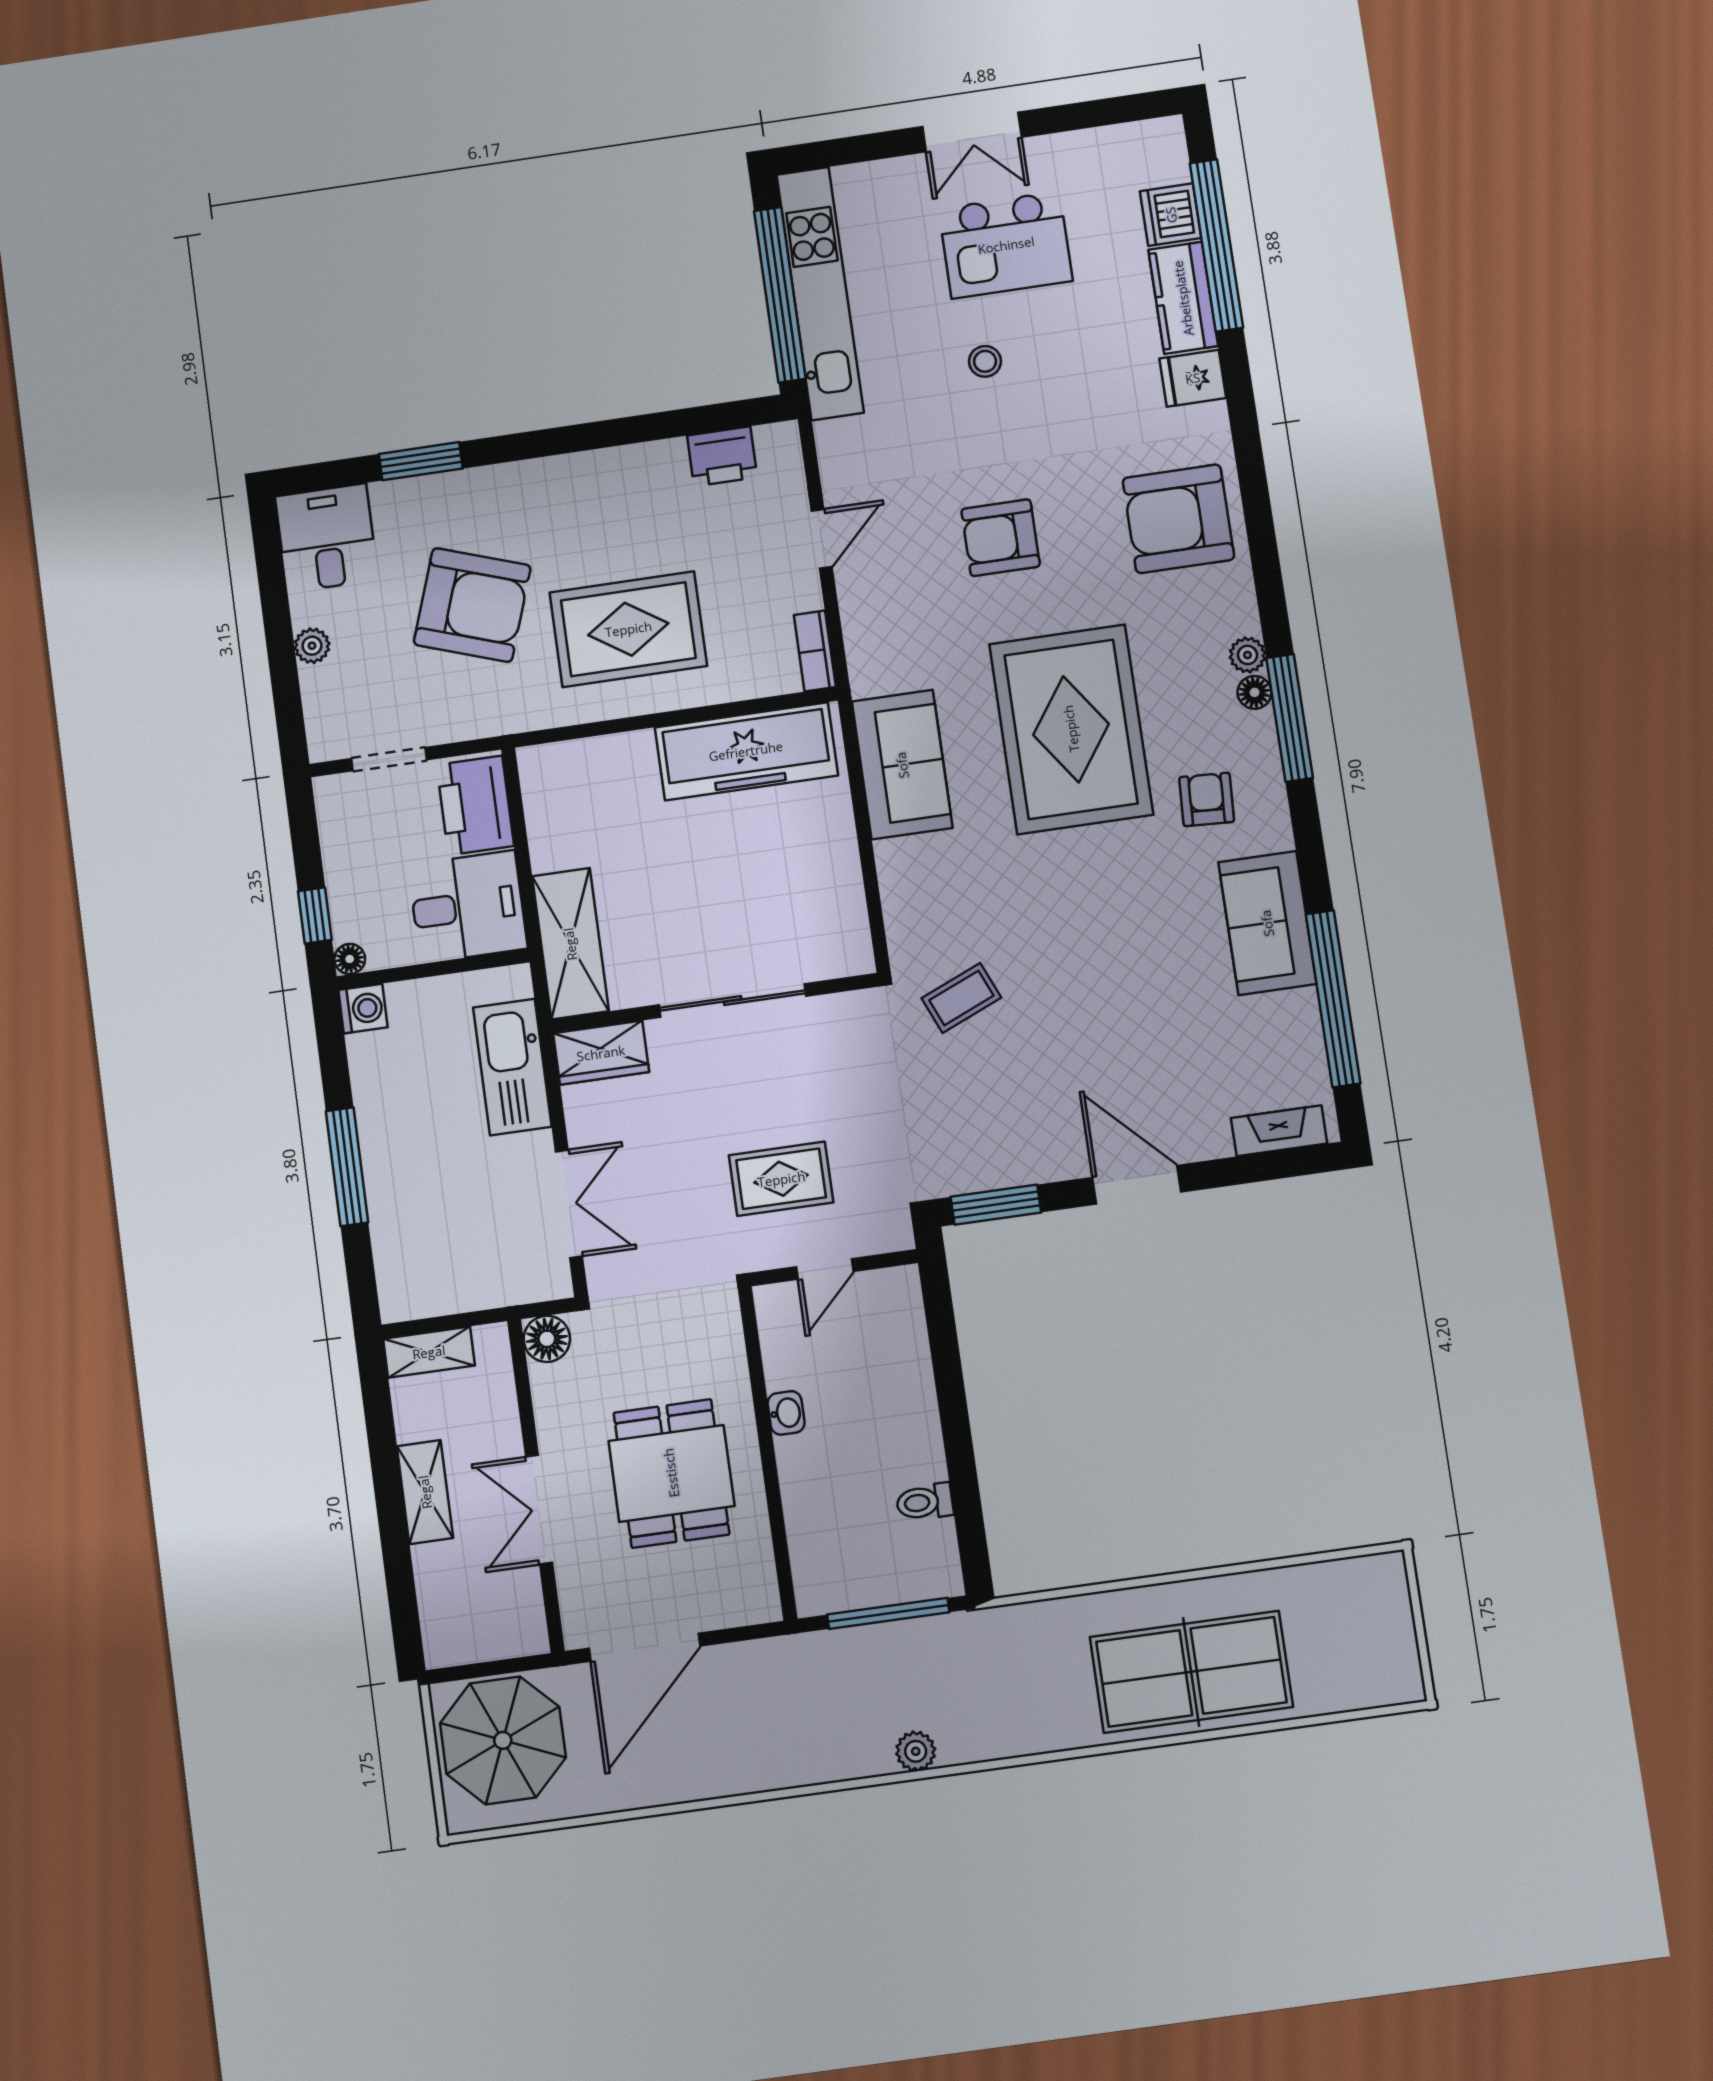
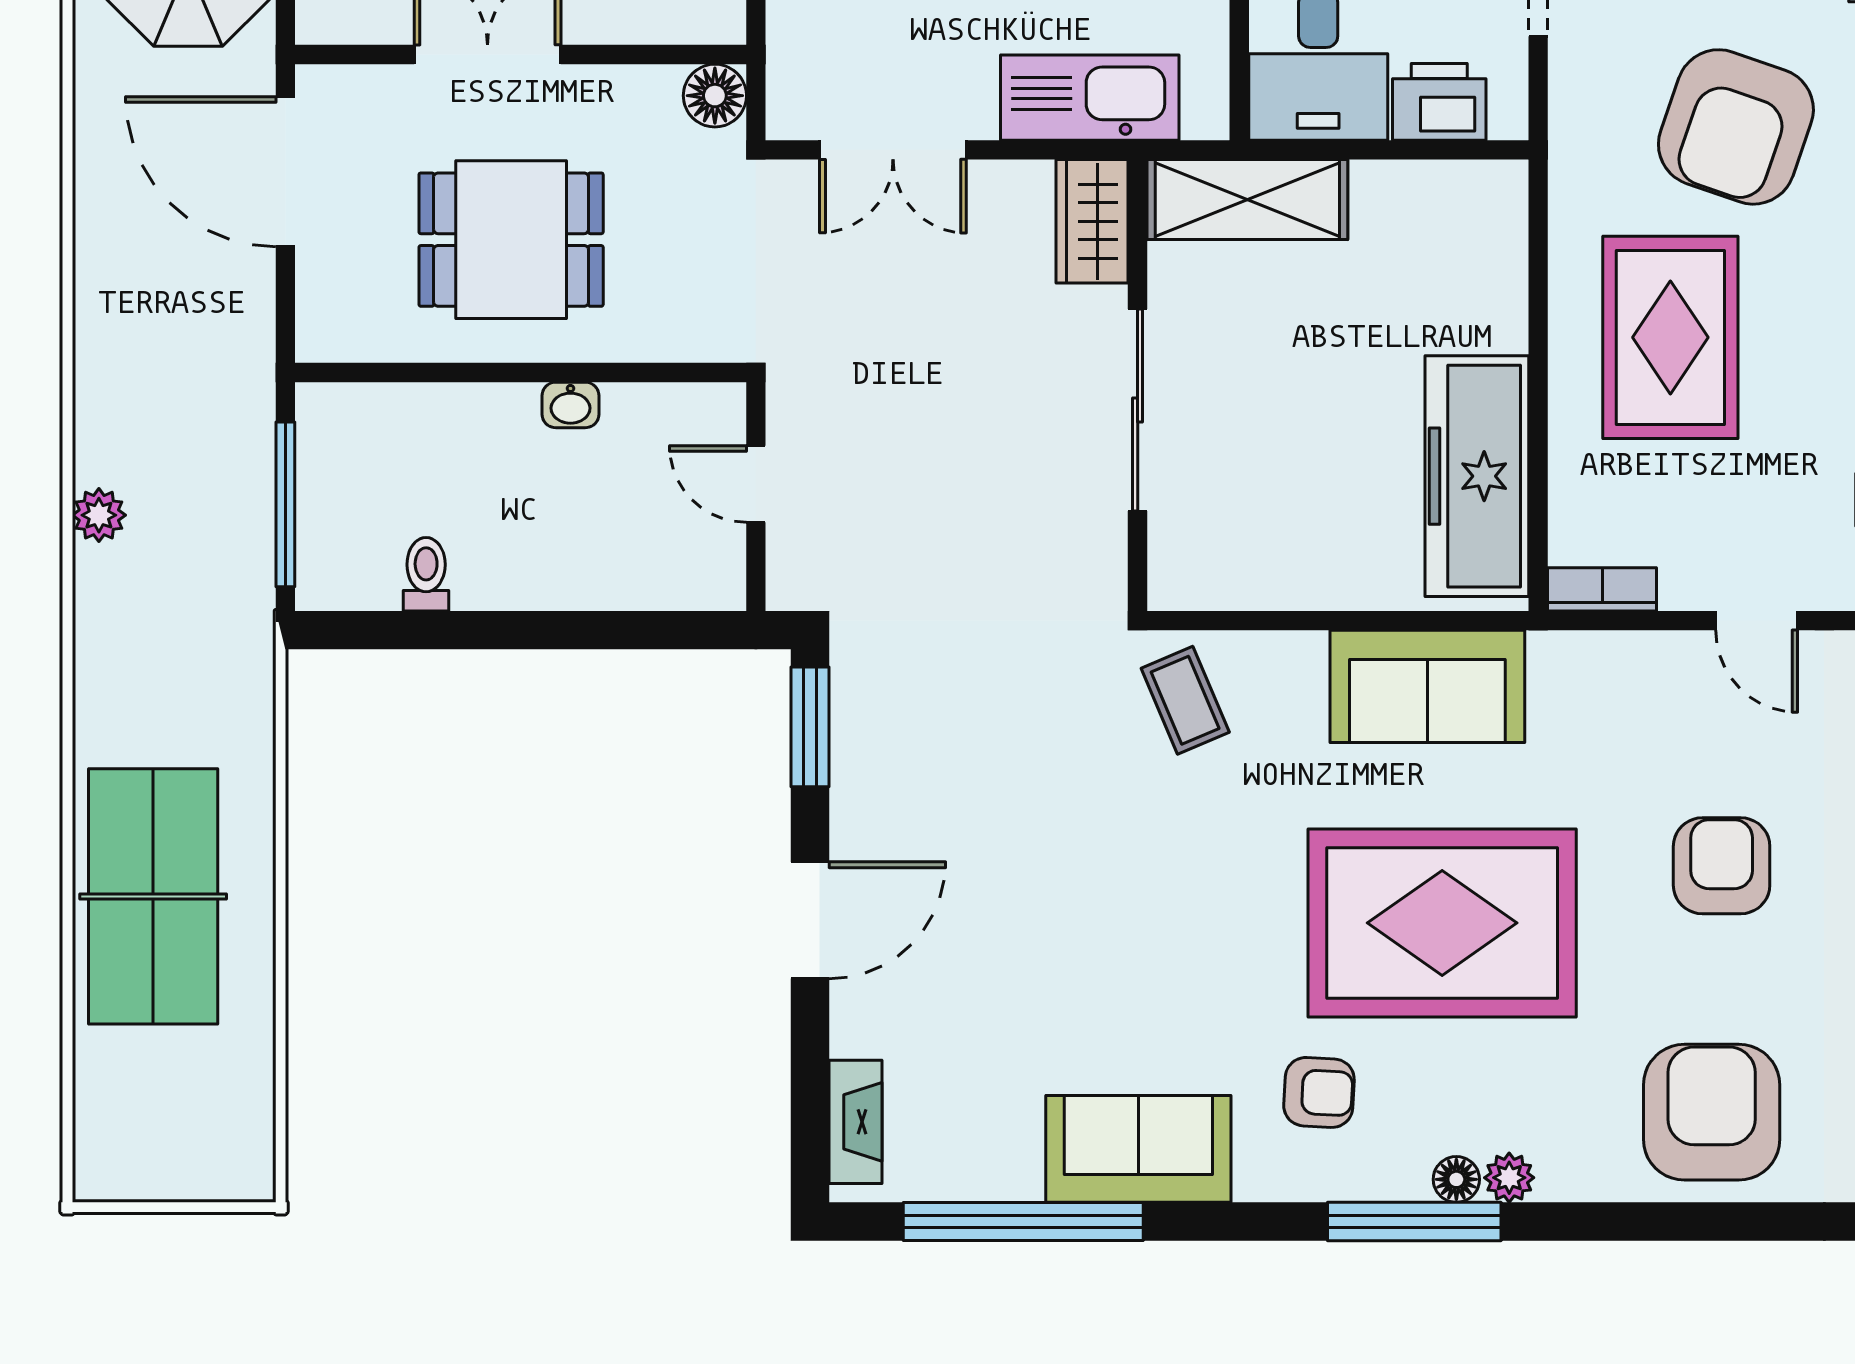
printer: (475, 805) -> (1439, 102), width x0.73, depth x0.84
coffee table: (961, 998) -> (1185, 700), moved
rug: (781, 1179) -> (886, 442), removed

